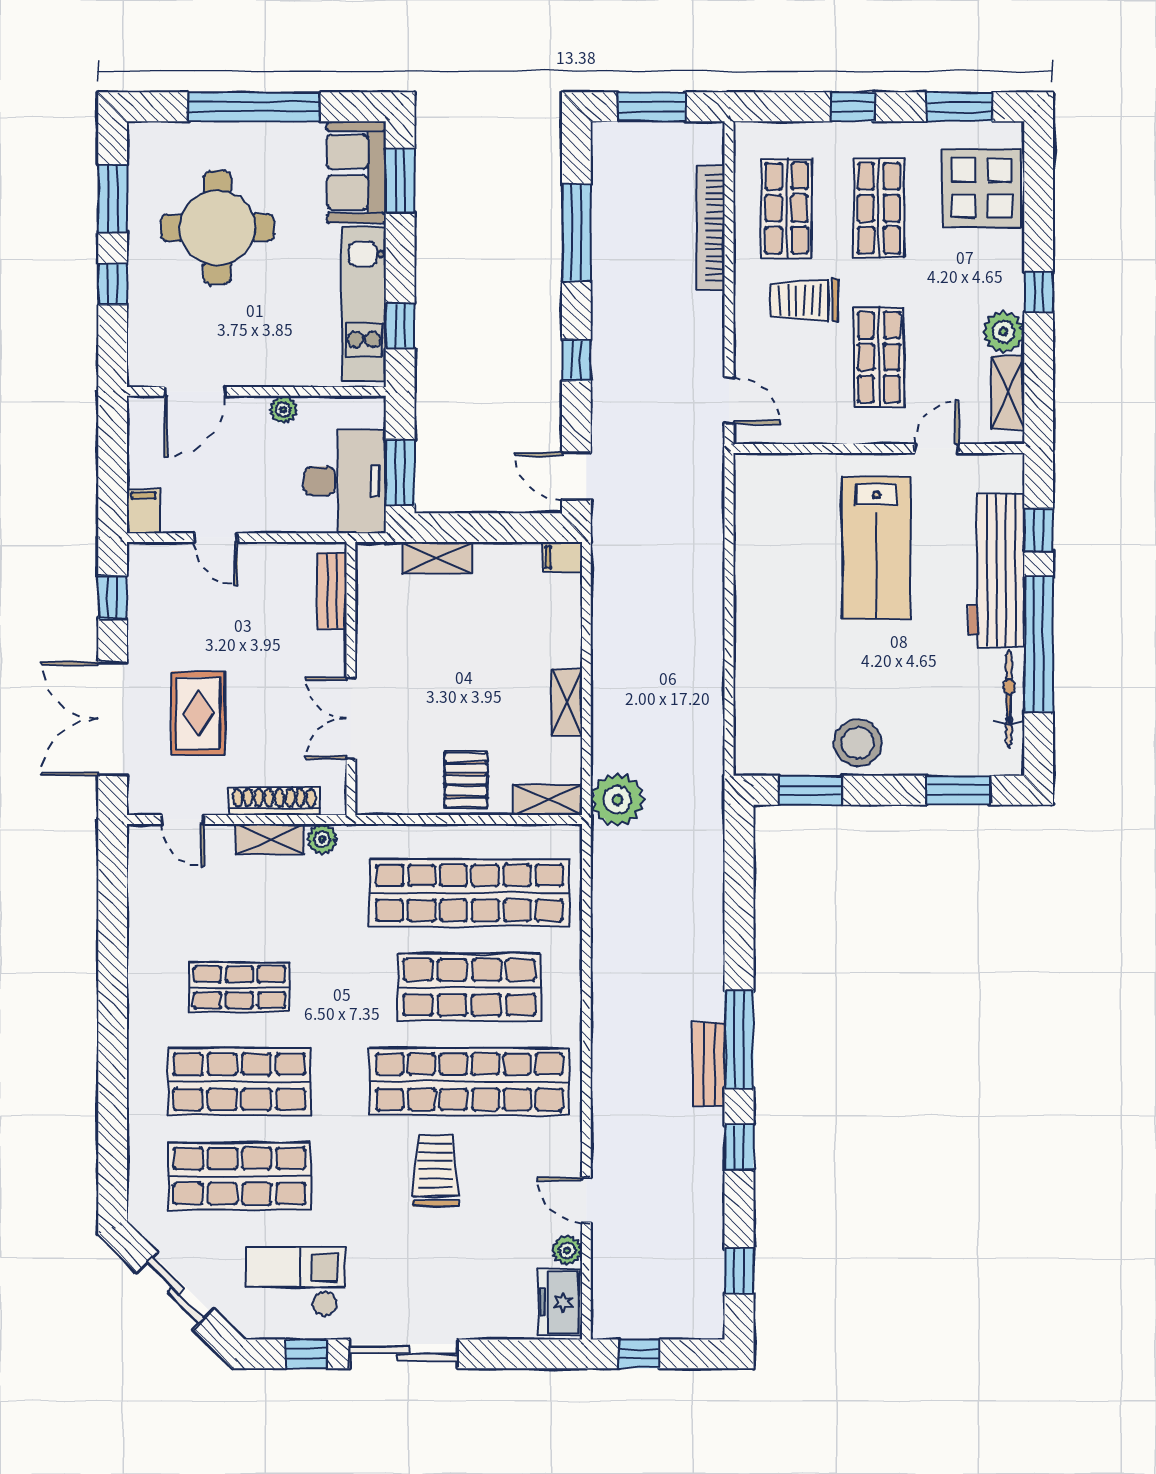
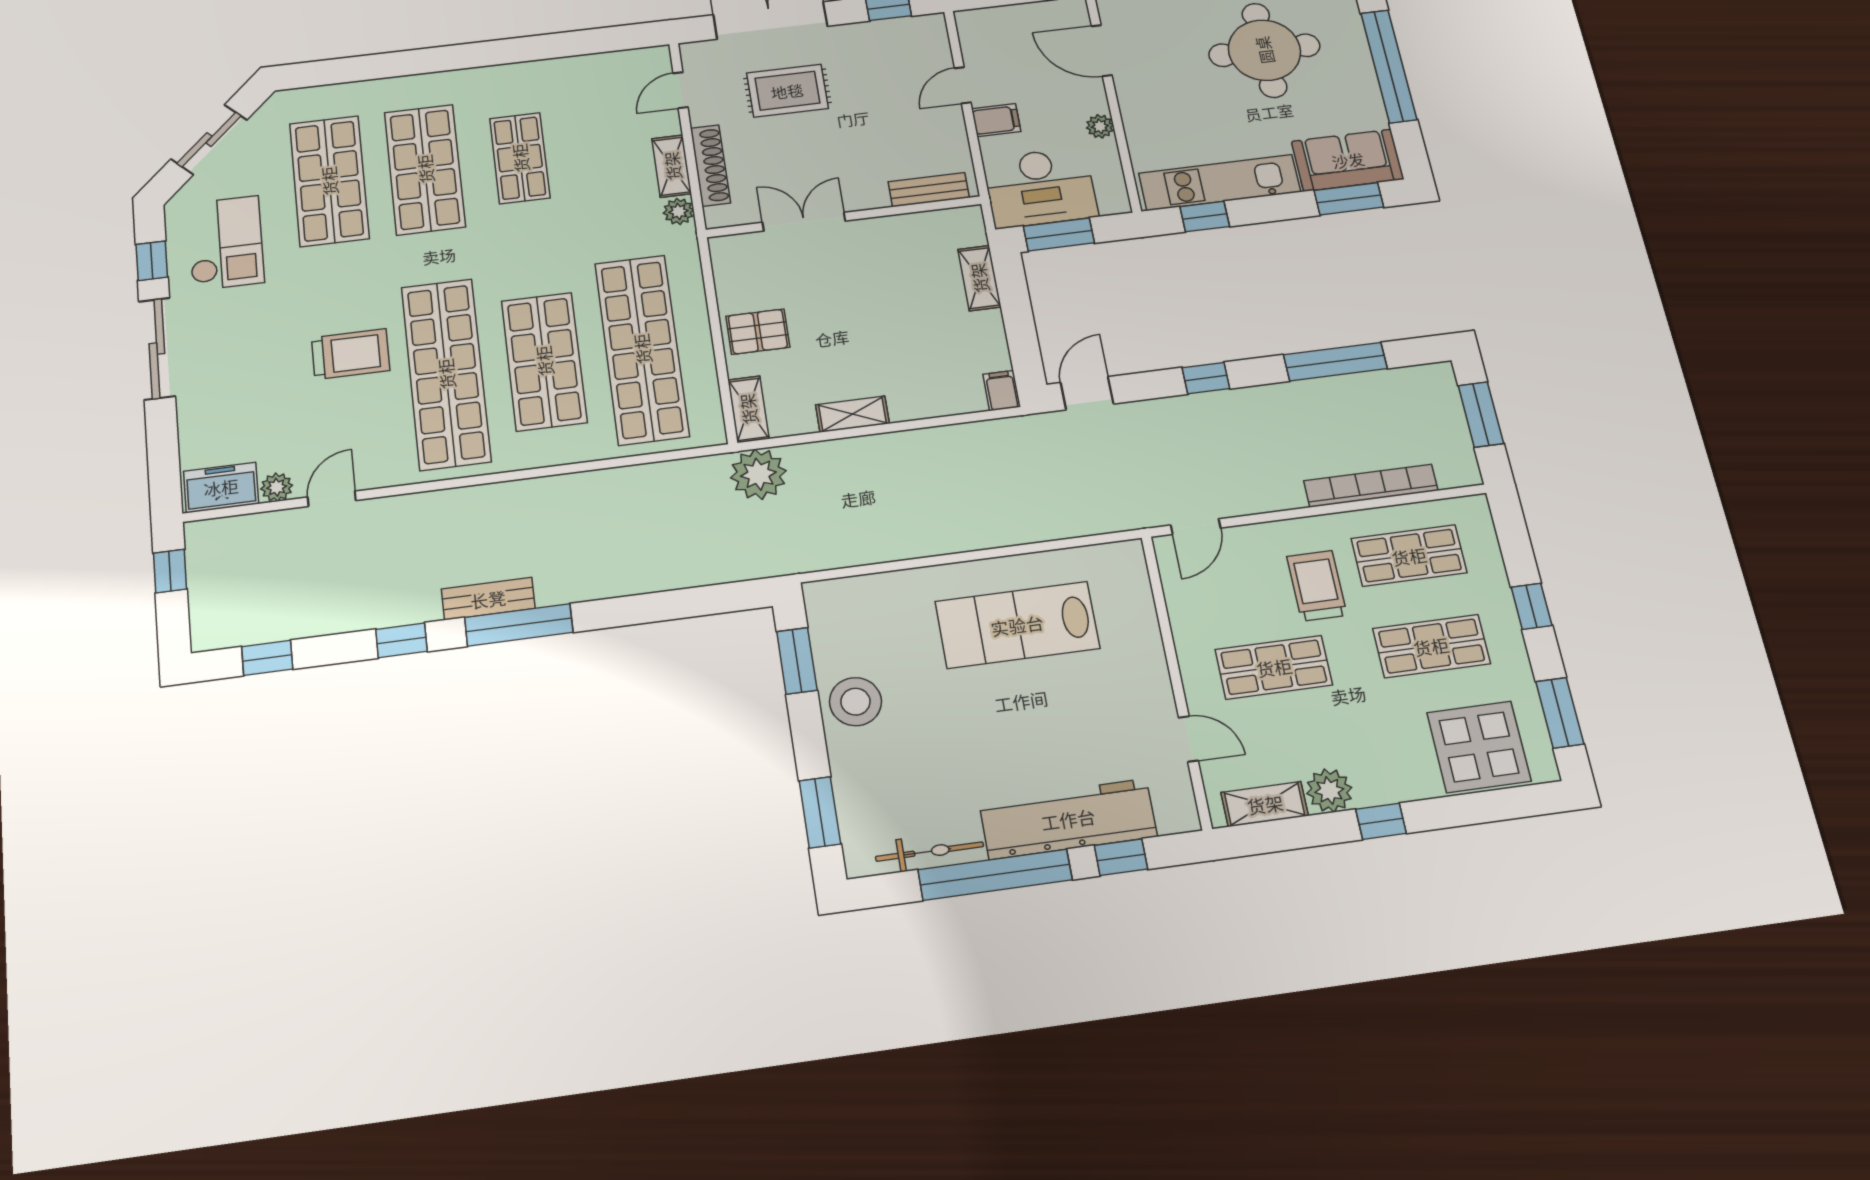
filing cabinet: (144, 511) -> (996, 120), moved
lab bench: (876, 548) -> (1017, 625), moved

